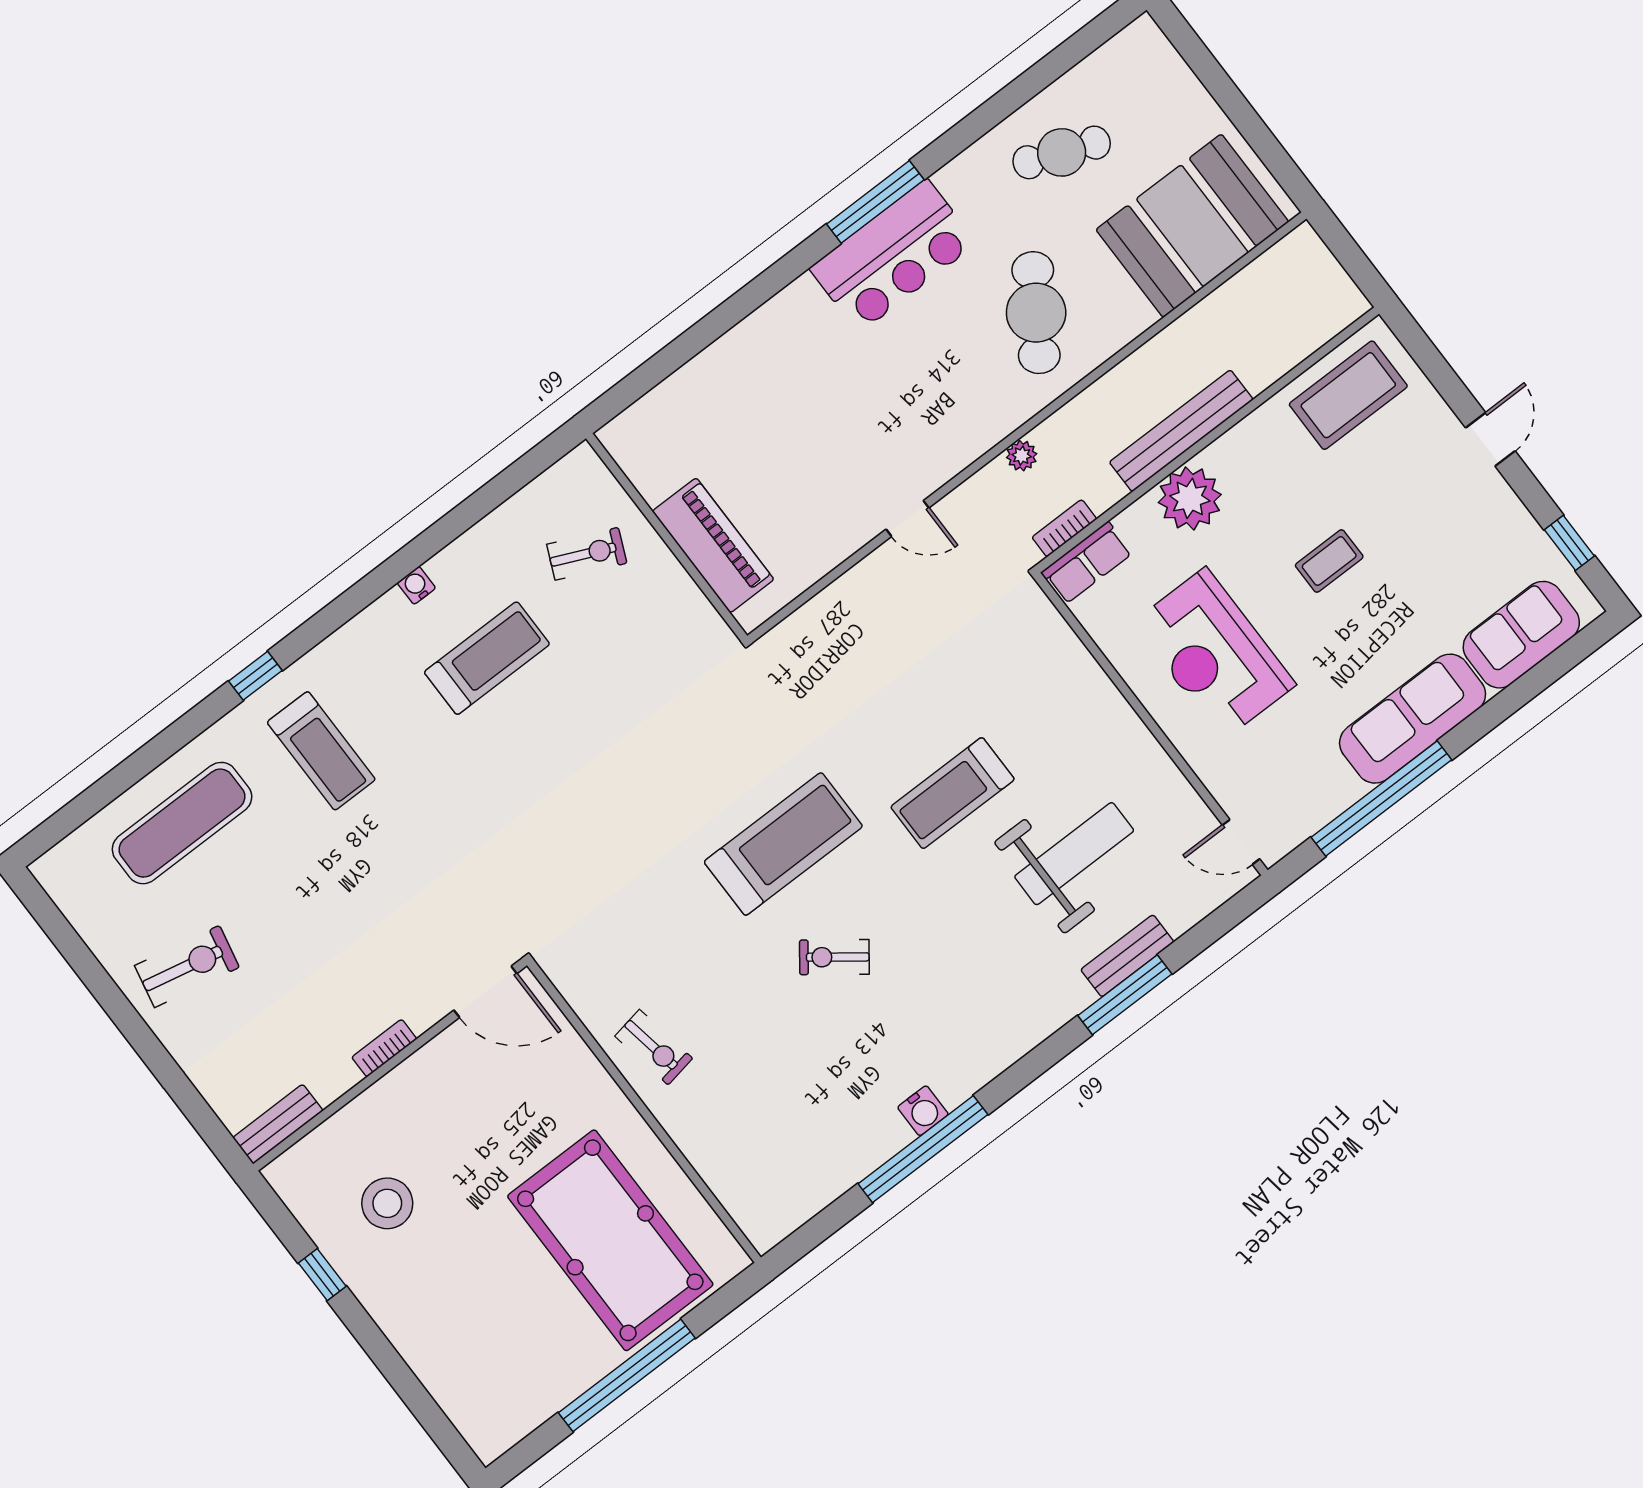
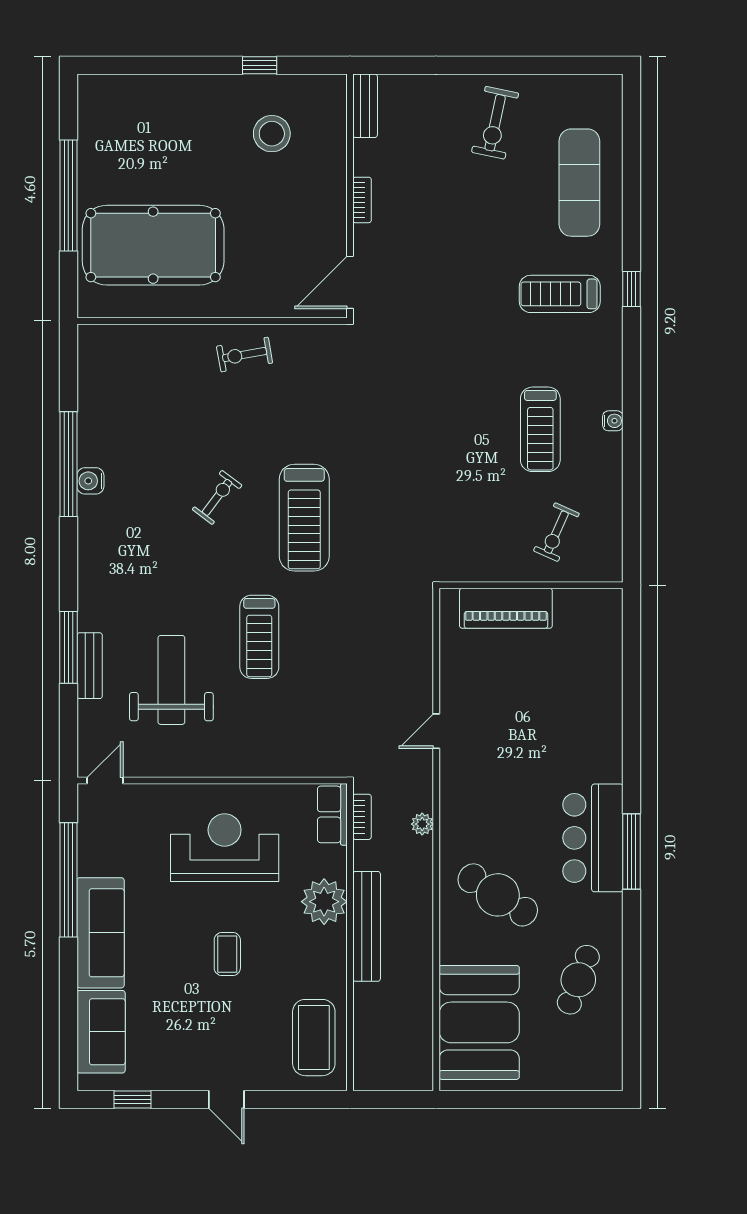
treadmill: (953, 793) -> (259, 637), turned 180
weight bench: (1074, 854) -> (171, 680), turned 180

